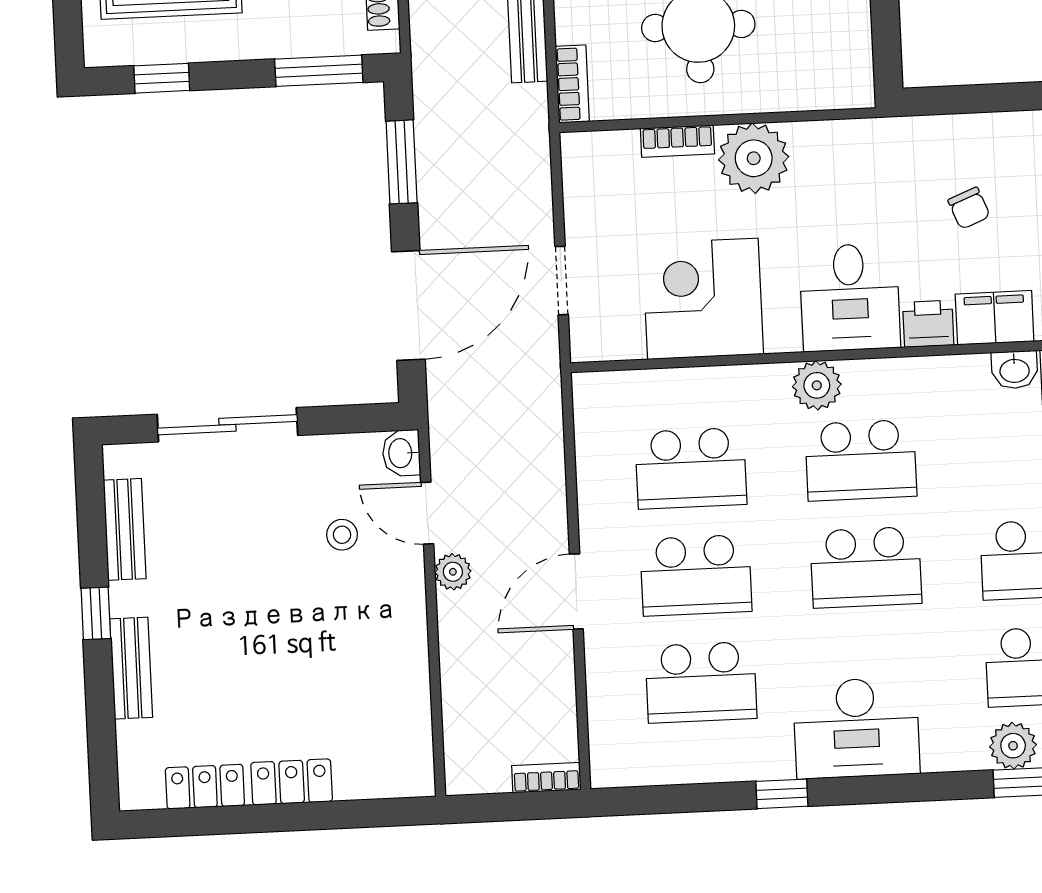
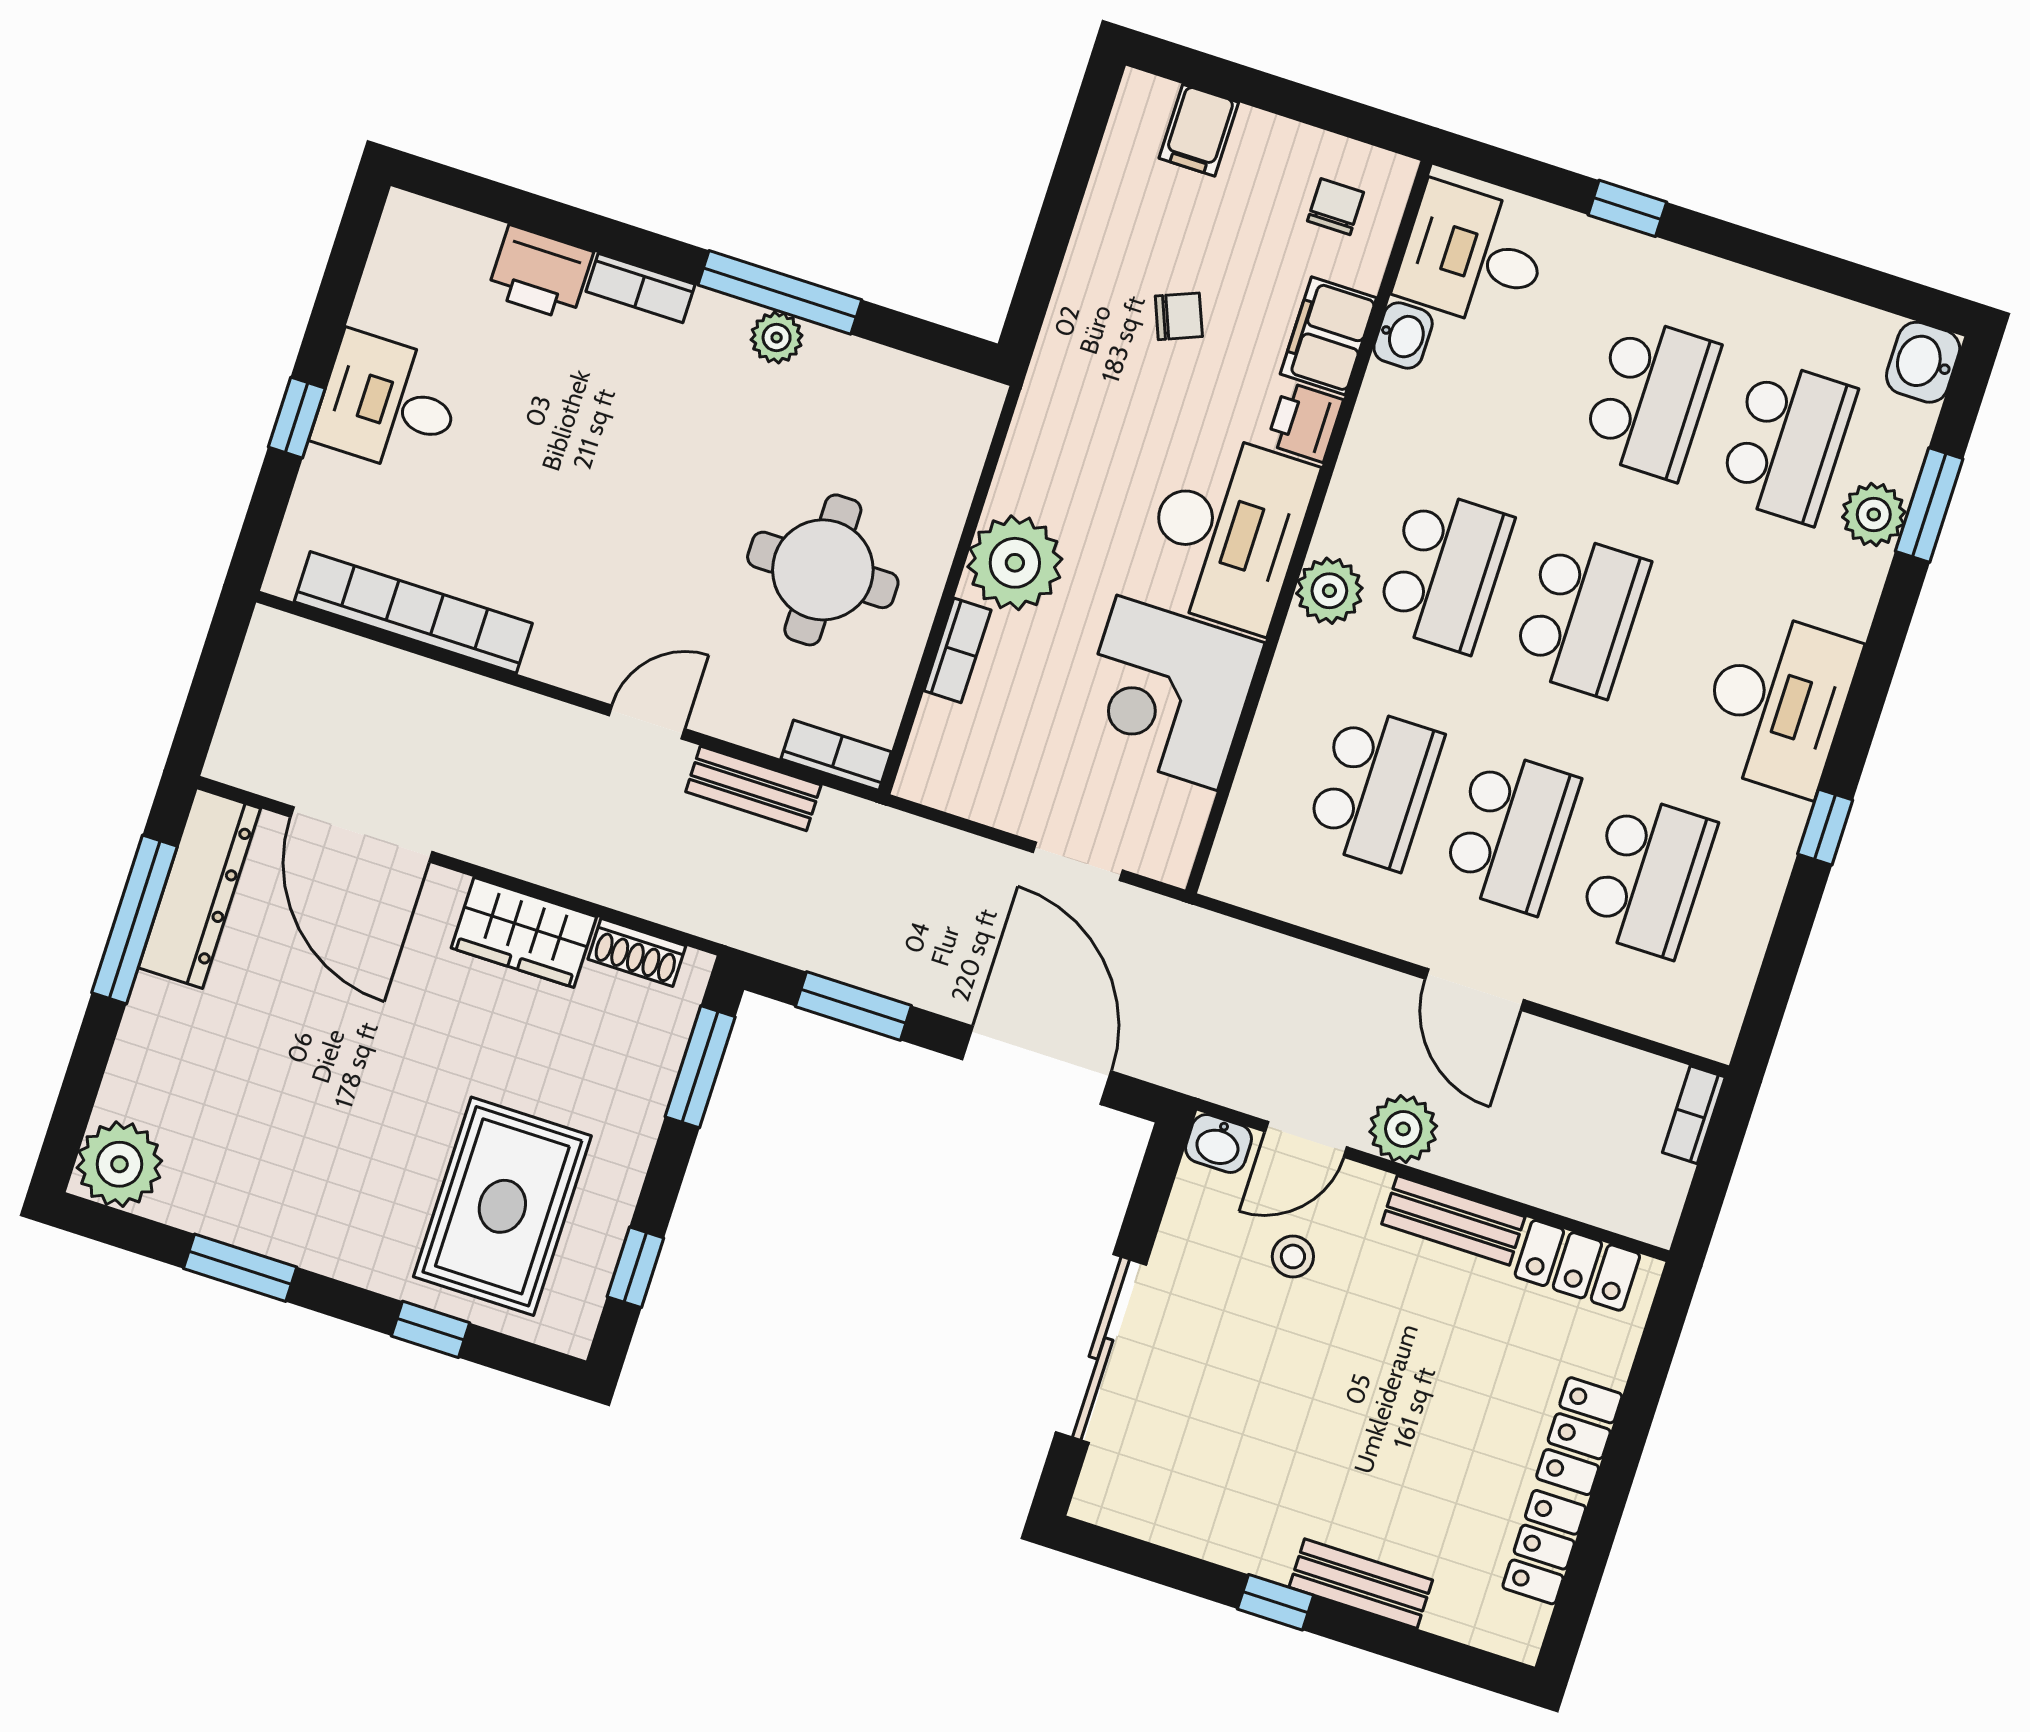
desk: (850, 297) -> (1227, 531), width x1.37
bench: (125, 529) -> (1453, 1220), moved
plant: (453, 572) -> (1403, 1129), width x1.38, depth x1.38
locker: (411, 736) -> (1577, 1265), added

